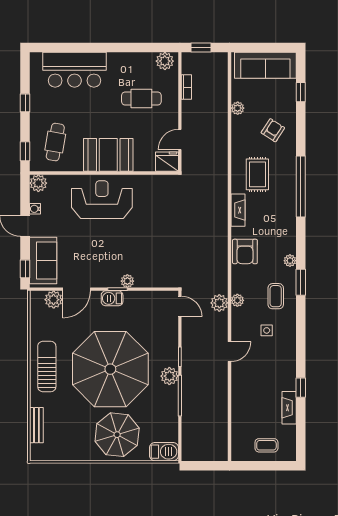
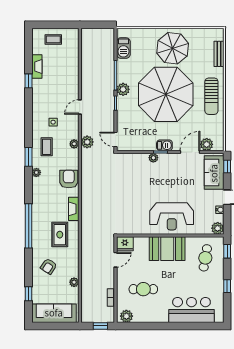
parasol: (117, 435) -> (173, 48), moved
barbecue: (164, 452) -> (123, 48), moved, turned -90

